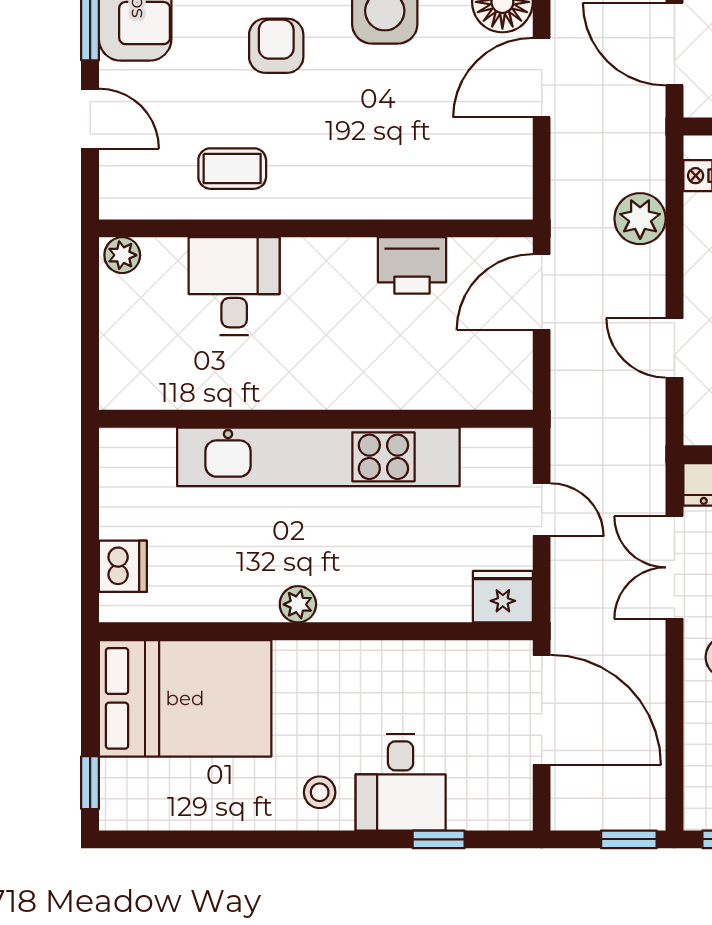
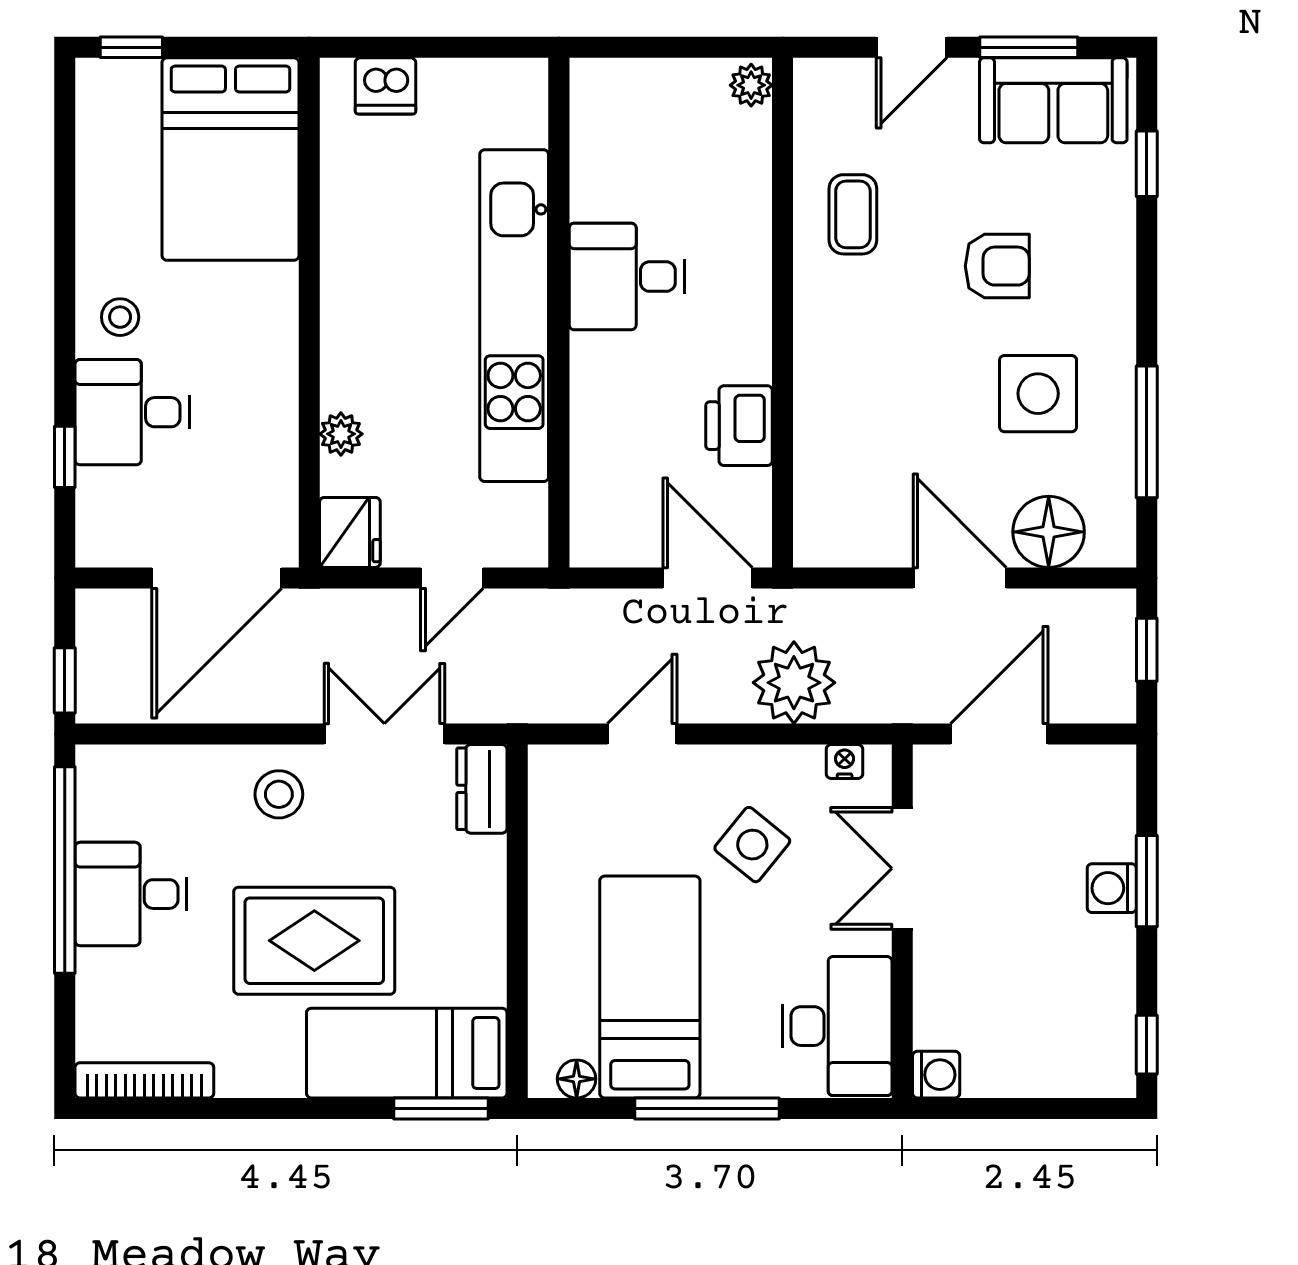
plant: (640, 219) -> (794, 683), width x1.36, depth x1.36
desk: (234, 286) -> (627, 277), moved, turned 180
plant: (298, 604) -> (341, 434), moved

